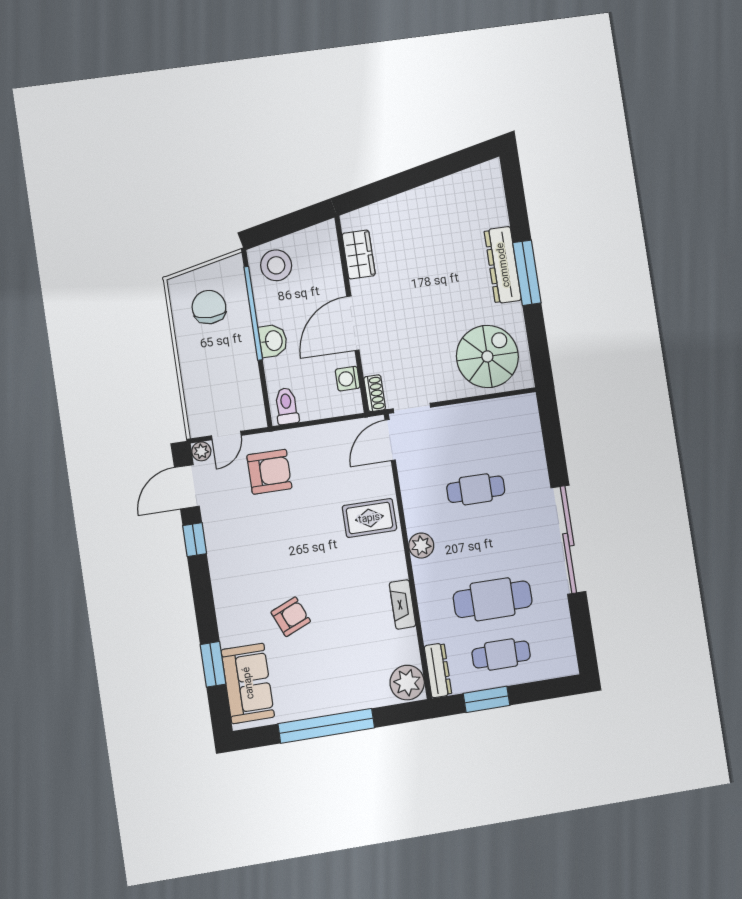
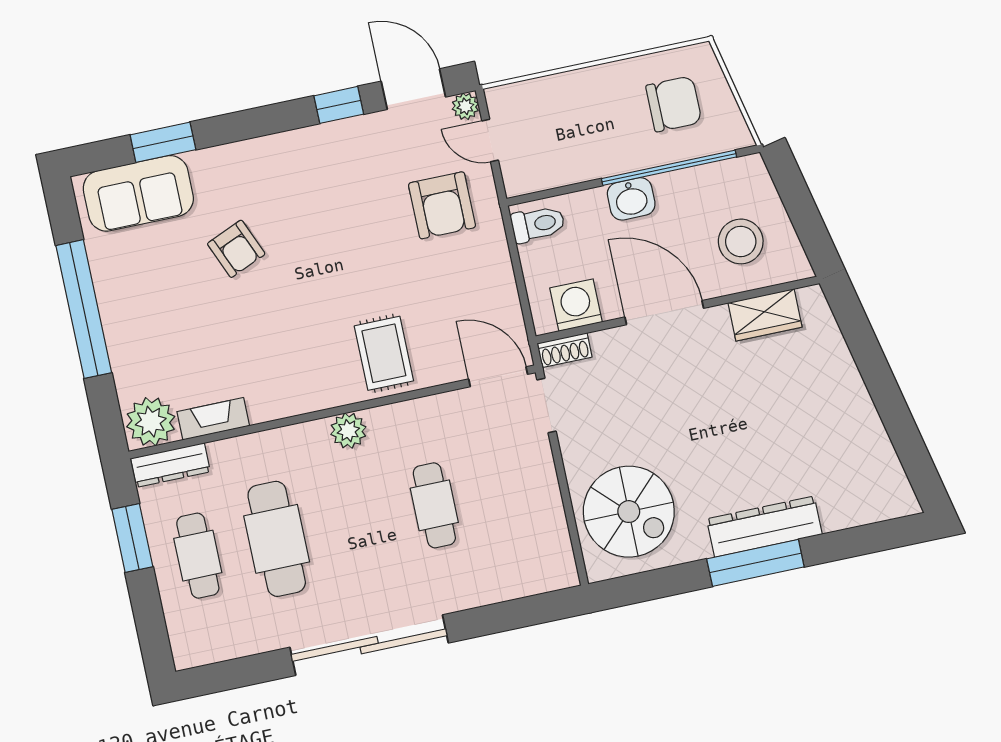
stool: (276, 265) -> (741, 241), moved
washing machine: (348, 379) -> (576, 305), width x1.38, depth x1.38
fireplace: (402, 604) -> (213, 419), moved

